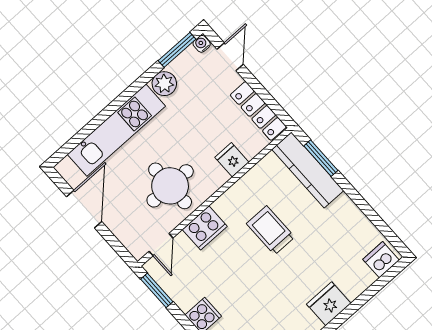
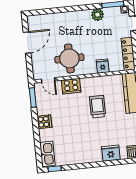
kitchen unit: (116, 130) -> (64, 20), removed
door: (161, 245) -> (48, 80), hinge flipped
fridge: (329, 304) -> (111, 153), moved

